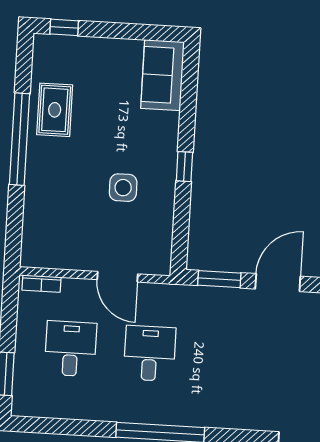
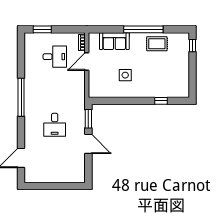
sofa: (163, 75) -> (114, 41), moved, turned 180
window: (184, 167) -> (161, 101), moved
door: (117, 277) -> (87, 61), moved
desk: (150, 353) -> (55, 125), moved, turned 90

